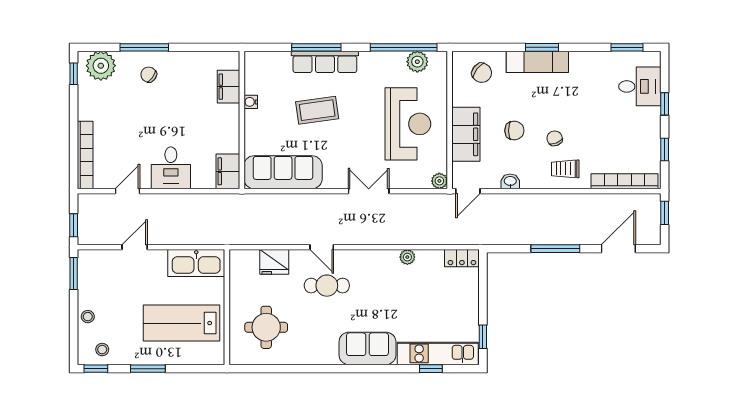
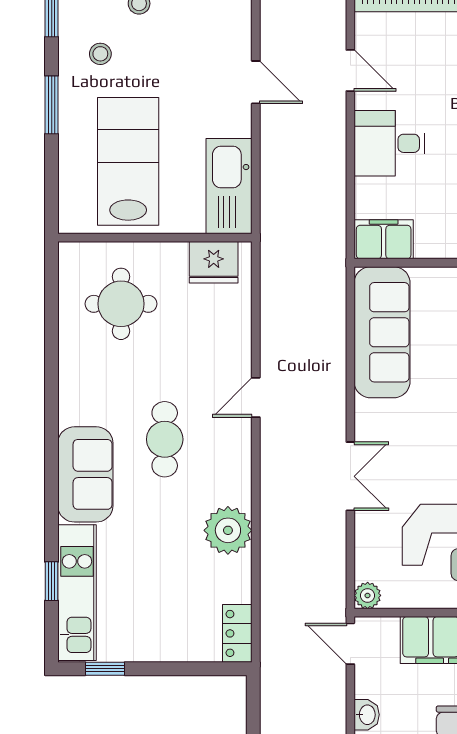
plant: (407, 257) -> (228, 530), width x1.88, depth x1.88
fridge: (274, 262) -> (214, 262), moved, turned -90
cafe table: (327, 286) -> (165, 439), moved
stool: (102, 350) -> (100, 54), moved

